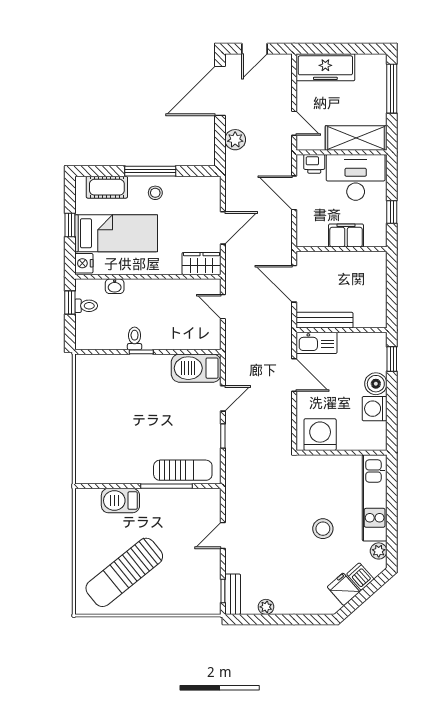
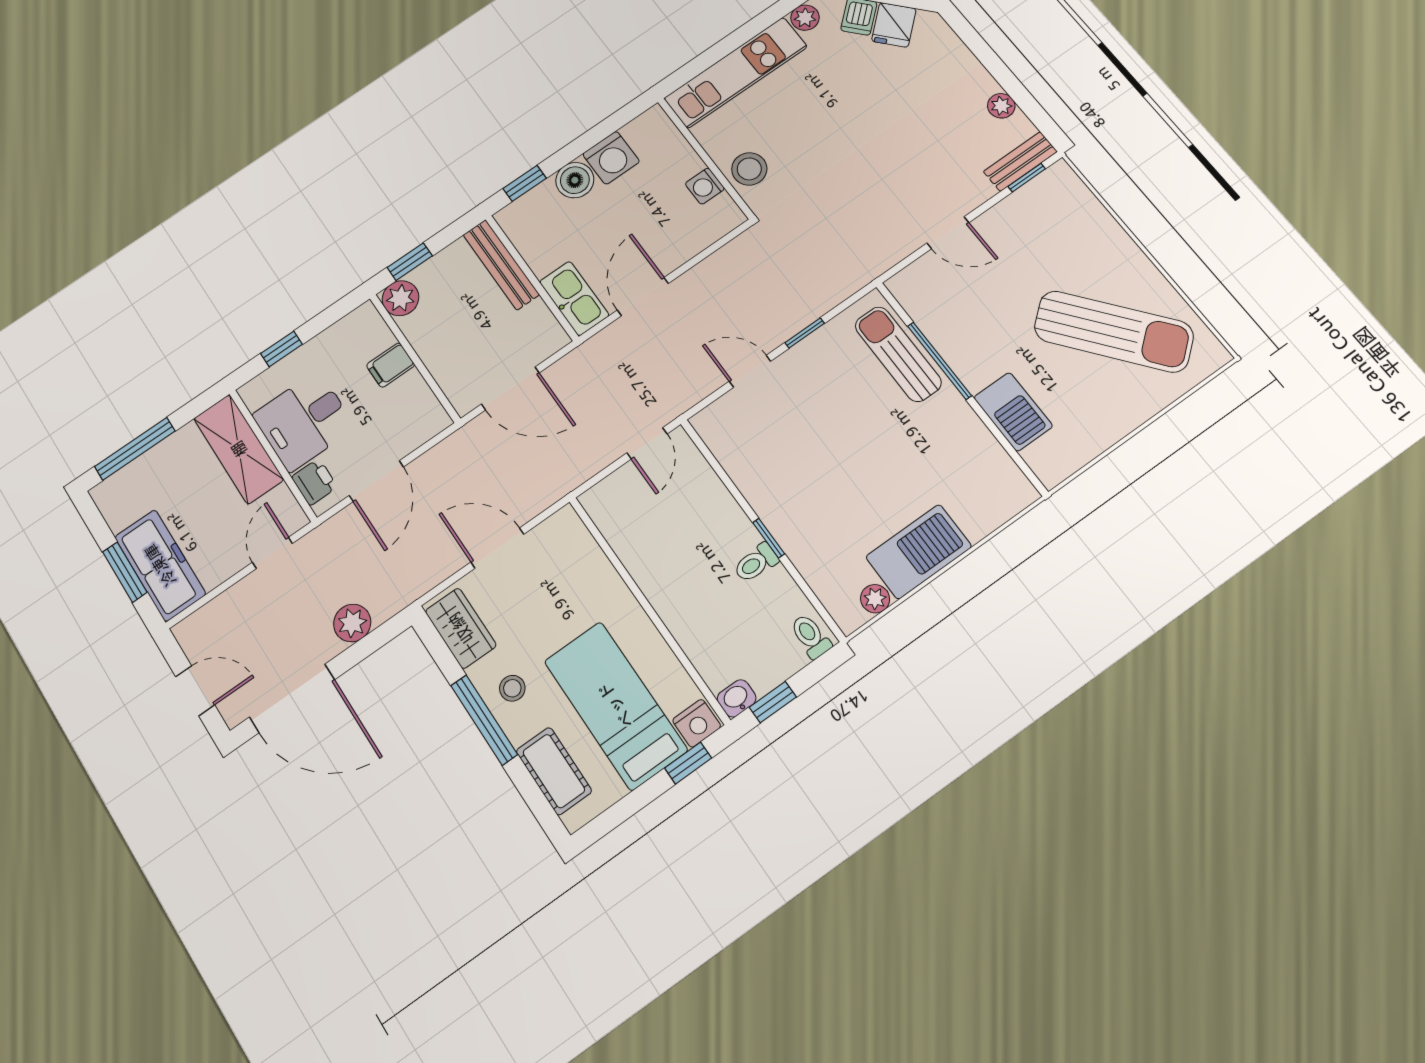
window: (334, 49) -> (125, 572), added
desk: (356, 177) -> (304, 421), width x0.73
window: (392, 212) -> (281, 349), moved
window: (70, 225) -> (688, 763), moved
filing cabinet: (346, 236) -> (391, 365), width x0.50
plant: (376, 262) -> (400, 298), added
wardrobe: (202, 264) -> (461, 628), moved, turned 180
window: (392, 278) -> (410, 262), added
door: (294, 284) -> (510, 388), hinge flipped
washbasin: (115, 286) -> (737, 698), moved, turned -90
toilet: (86, 306) -> (811, 636), moved
door: (223, 307) -> (647, 443), moved
bench: (324, 320) -> (501, 265), moved
barbecue: (196, 368) -> (919, 552), moved, turned -90
plant: (82, 379) -> (875, 599), added
washing machine: (320, 435) -> (705, 186), width x0.53, depth x0.53
stool: (323, 529) -> (749, 169), moved

